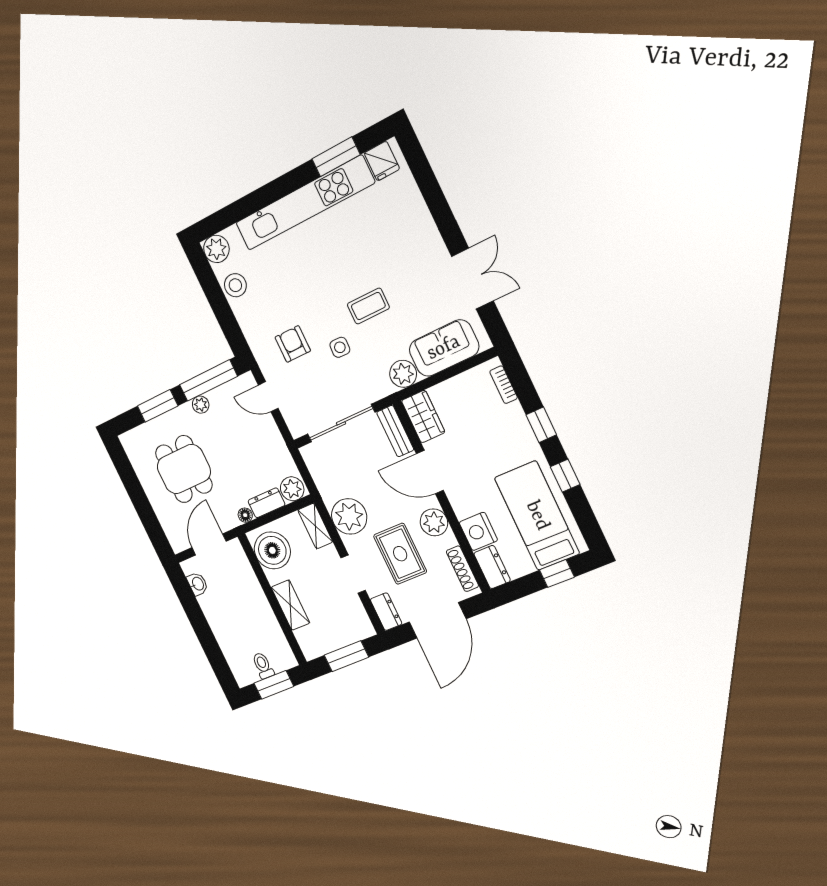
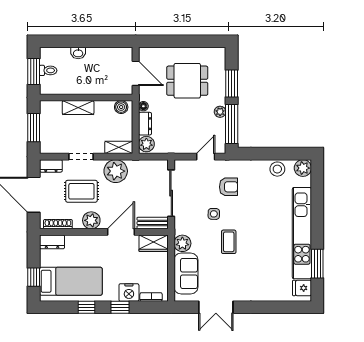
nightstand: (478, 531) -> (129, 293), moved, turned 180
boiler: (272, 550) -> (121, 107), width x0.54, depth x0.54
washbasin: (198, 584) -> (78, 53), moved

